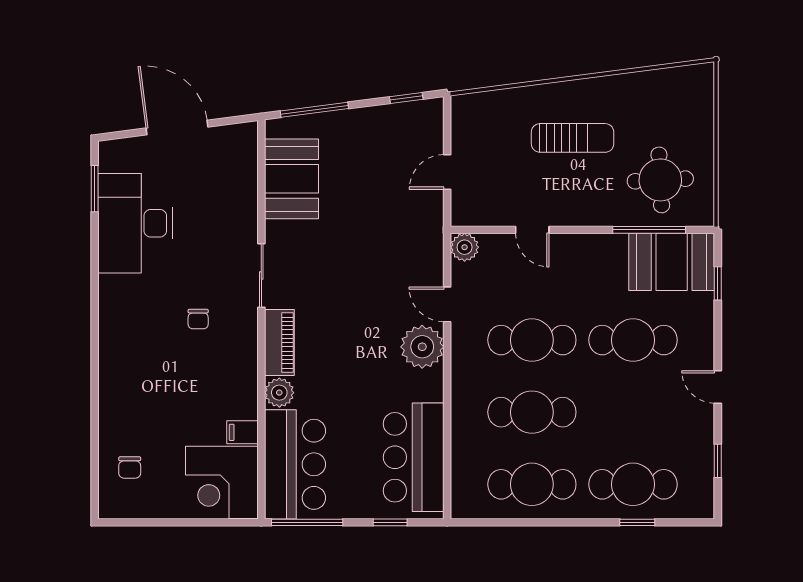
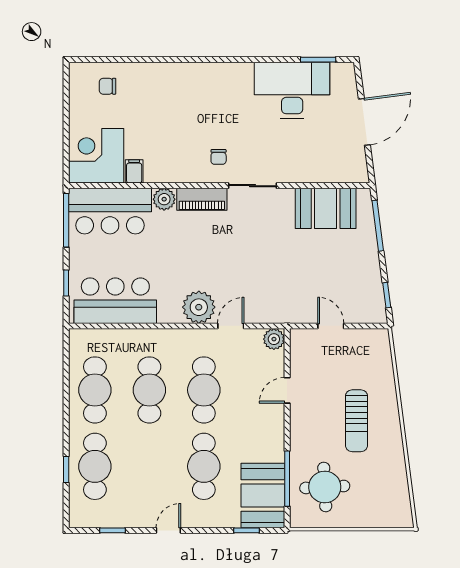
chair: (198, 319) -> (219, 157), moved, turned -90

